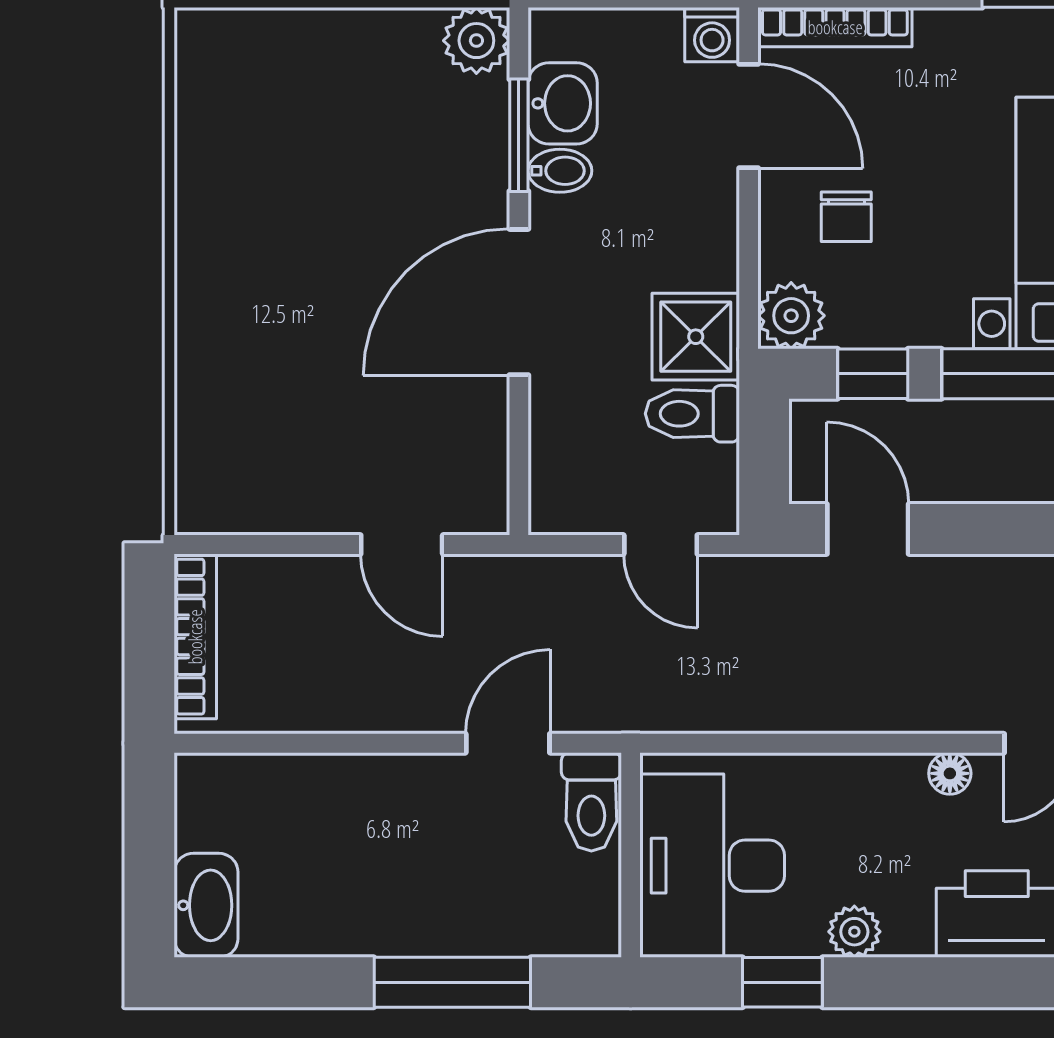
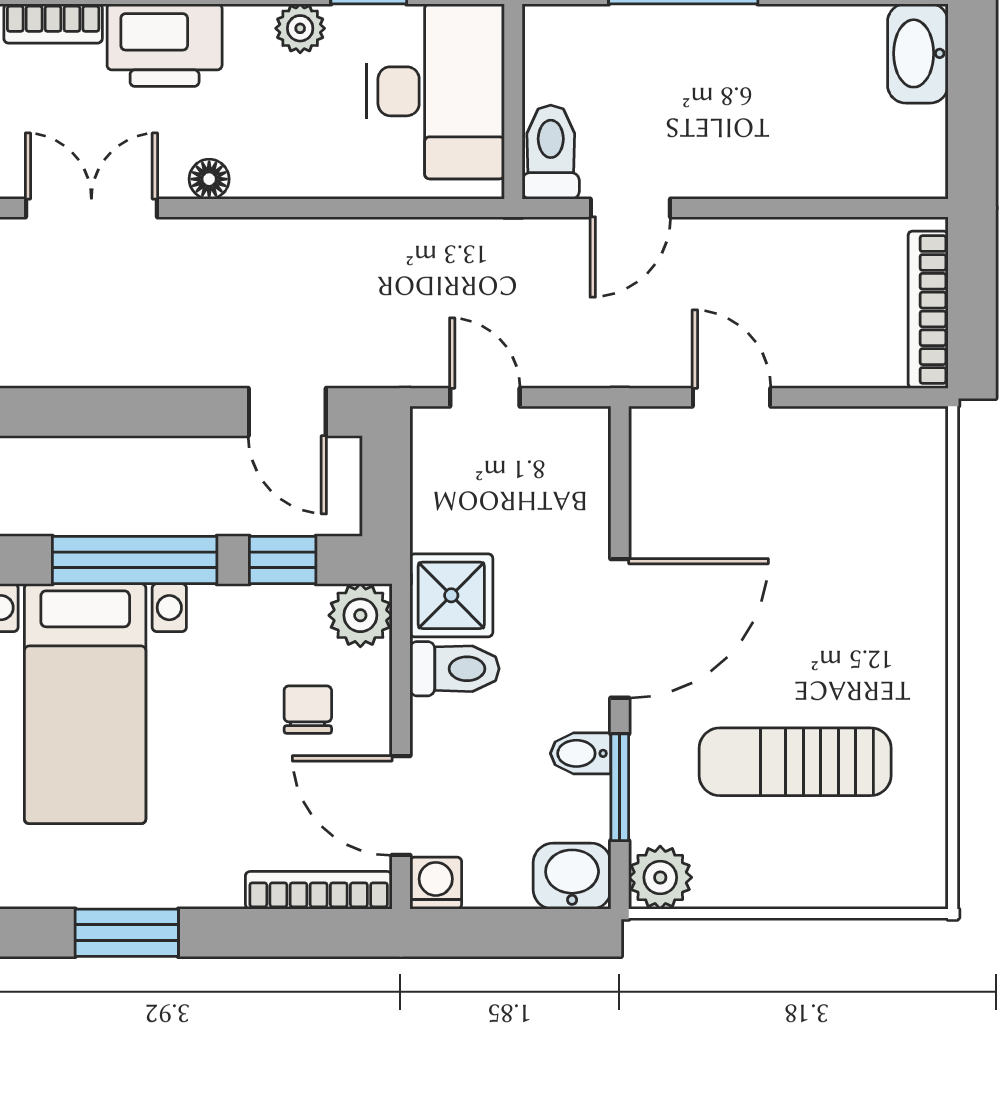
washbasin: (563, 103) -> (572, 876), moved, turned 90
sun lounger: (335, 162) -> (795, 762), added
toilet: (692, 414) -> (454, 669), moved

